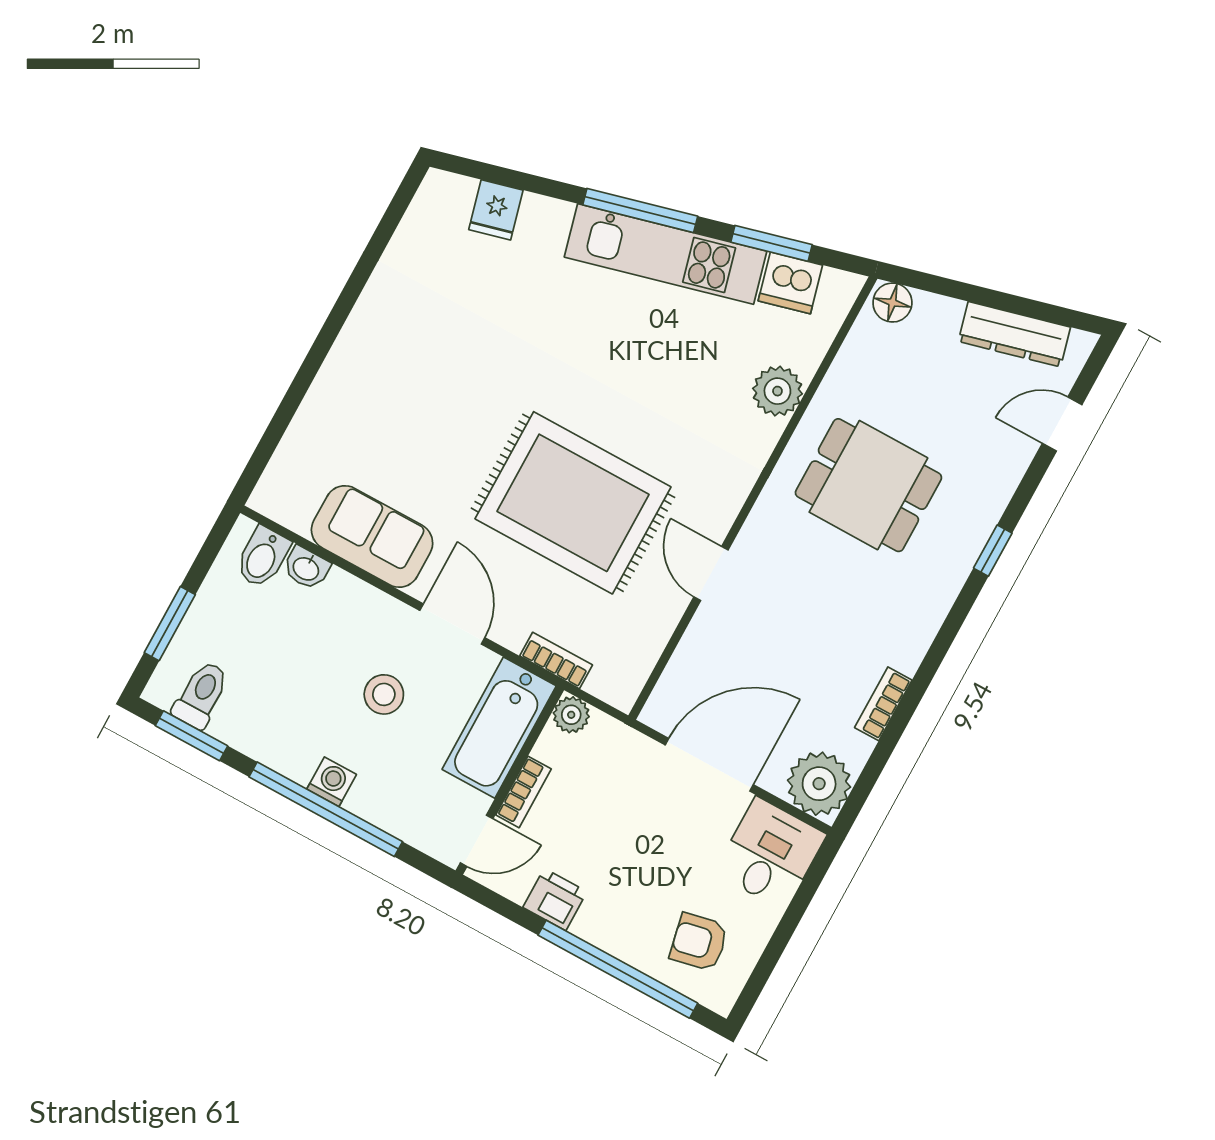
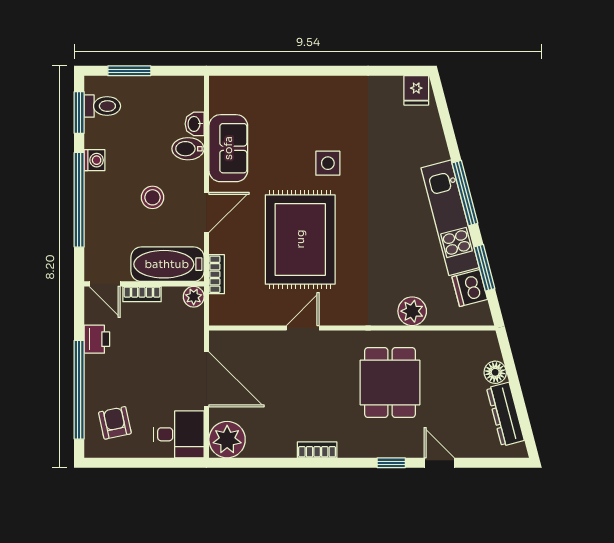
fridge: (496, 210) -> (416, 90), moved, turned -75
floor lamp: (892, 303) -> (495, 372), moved
side table: (479, 396) -> (328, 163), added
door: (1062, 424) -> (439, 463), moved
bidet: (263, 557) -> (188, 149), moved
bookcase: (883, 704) -> (317, 450), moved
washing machine: (332, 782) -> (94, 160), moved

